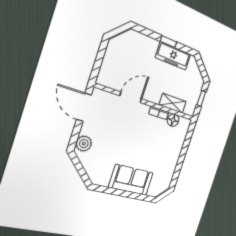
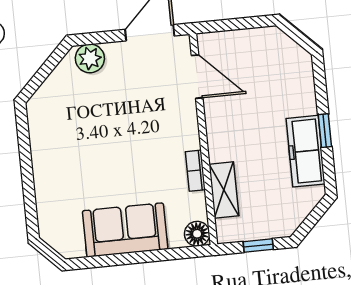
door: (131, 97) -> (197, 77), moved
floor lamp: (173, 120) -> (197, 234), moved
sofa: (131, 180) -> (125, 230), moved, turned -90

